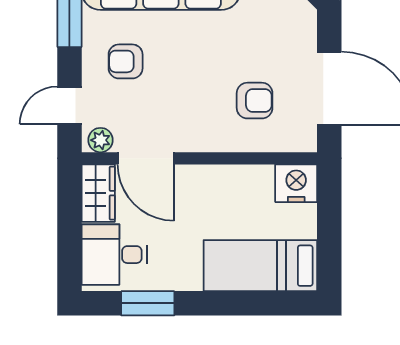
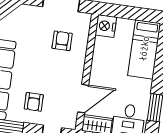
plant: (100, 140) -> (71, 120), removed

